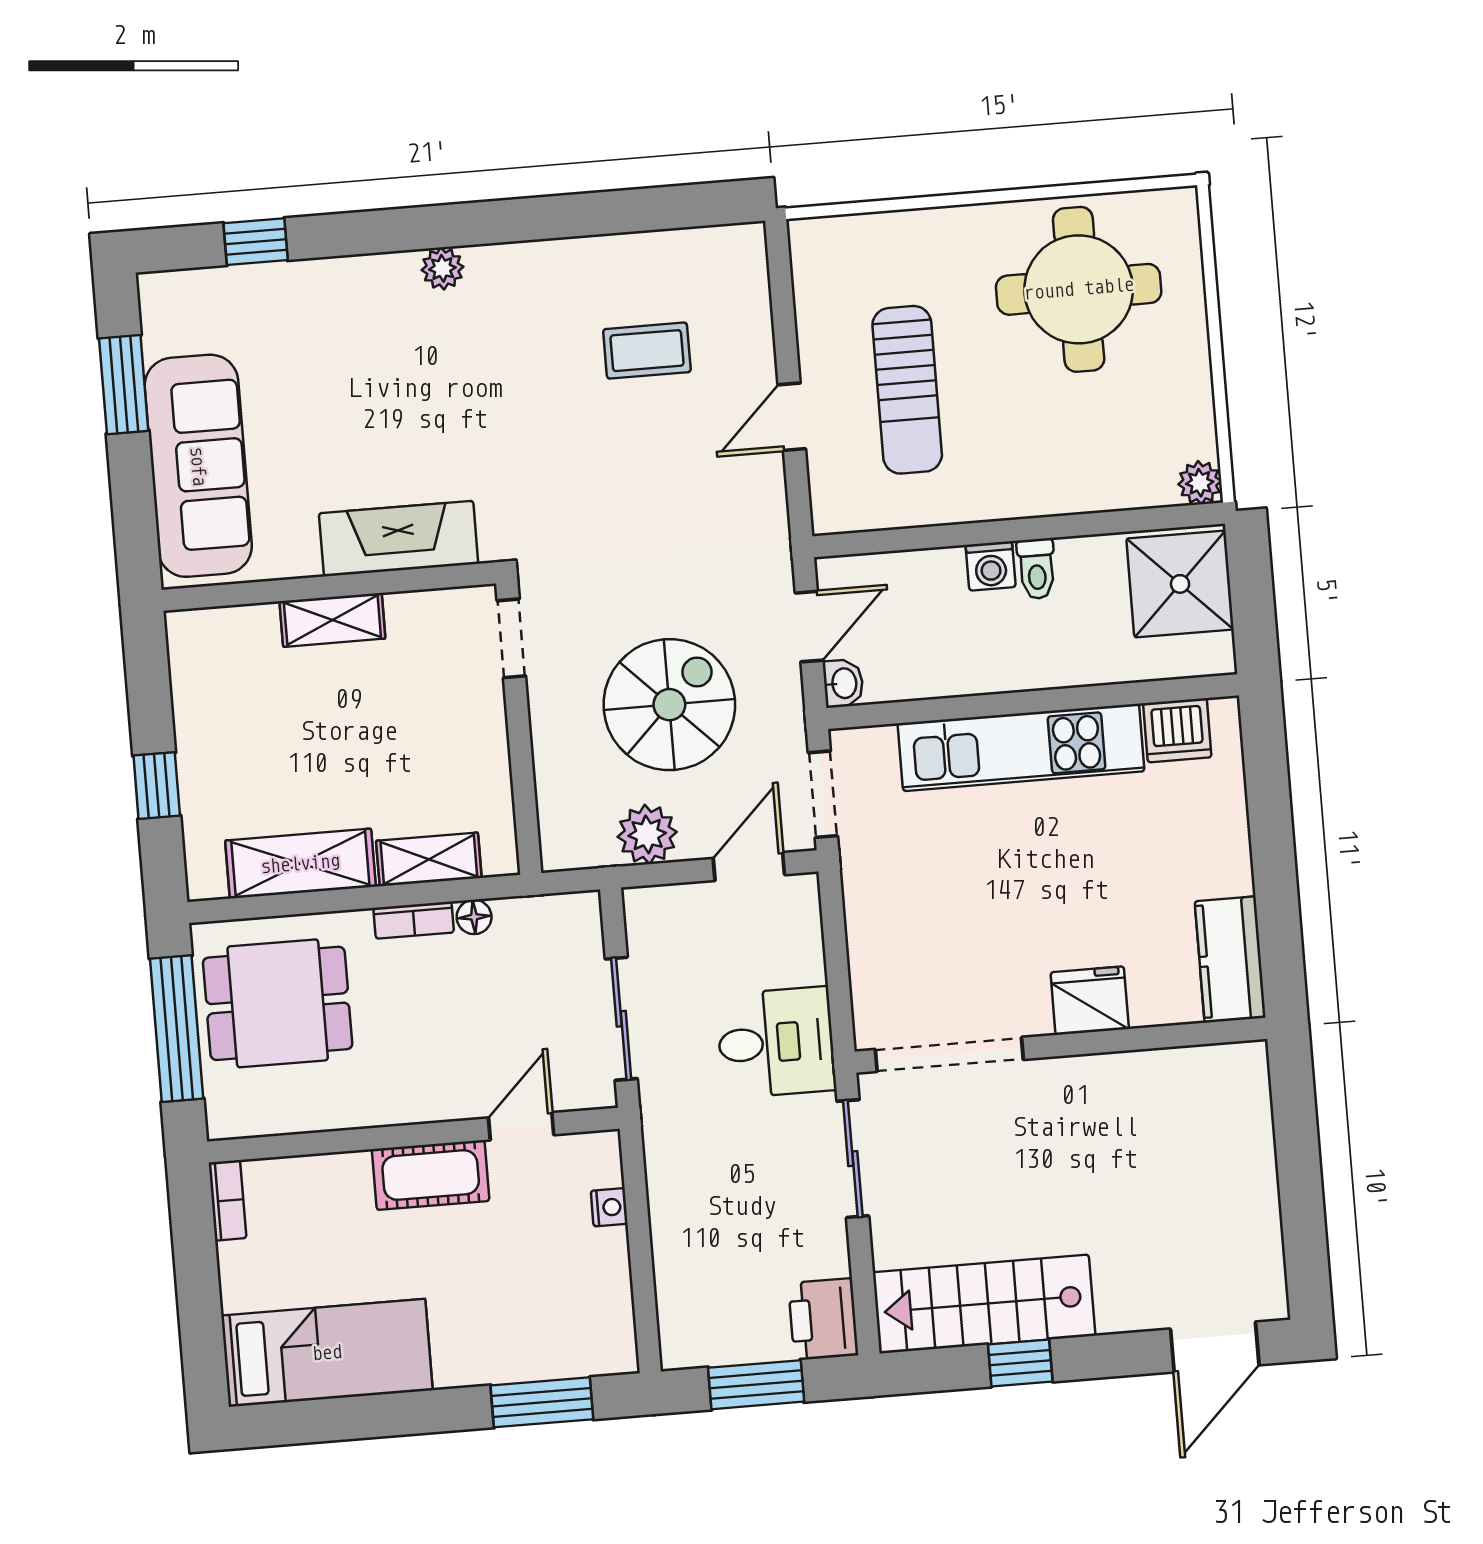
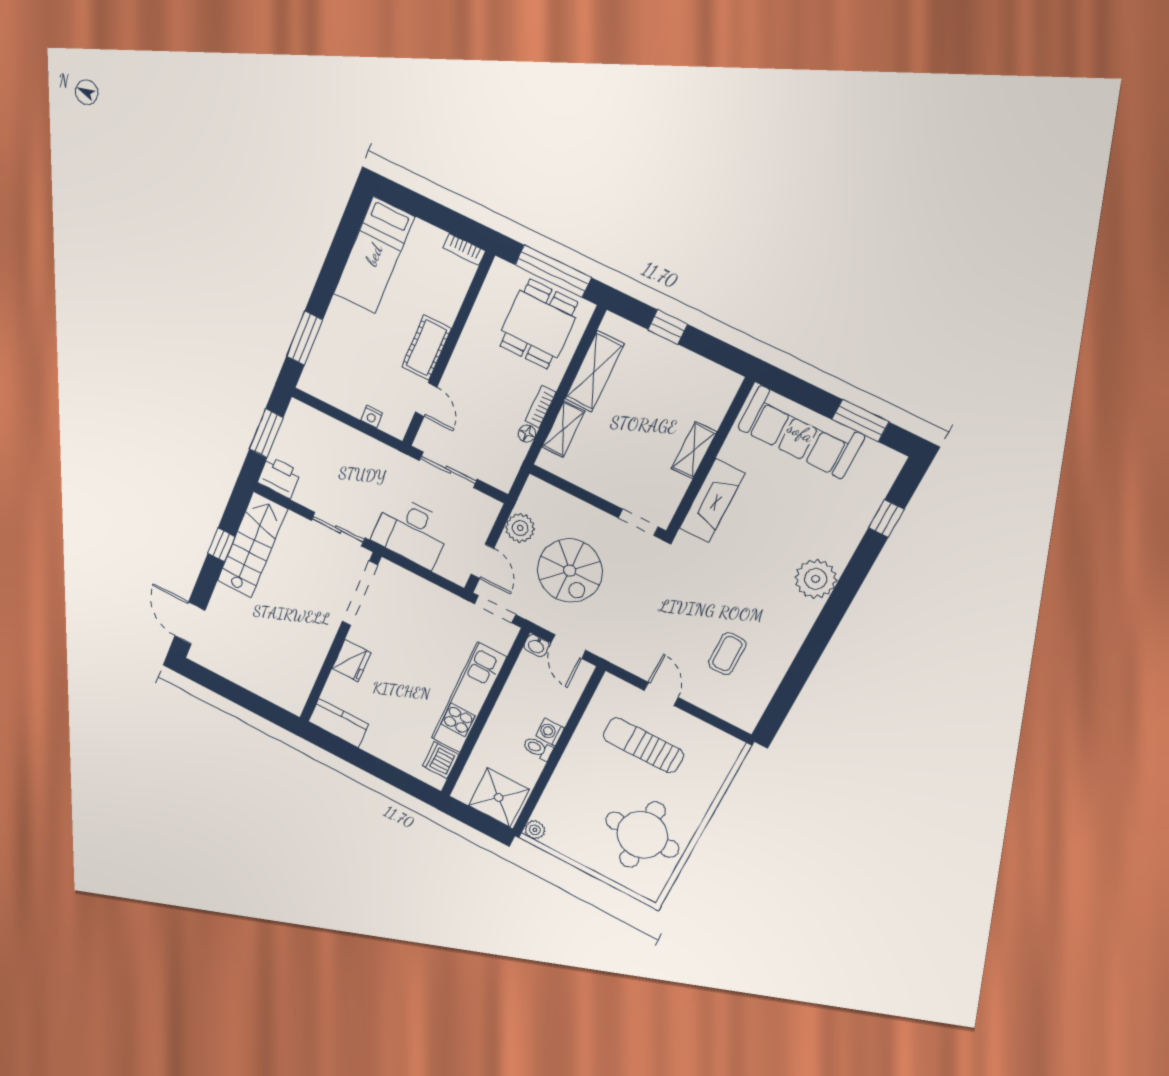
plant: (442, 268) -> (816, 579), width x1.88, depth x1.88
desk: (776, 1042) -> (411, 532), width x1.37

